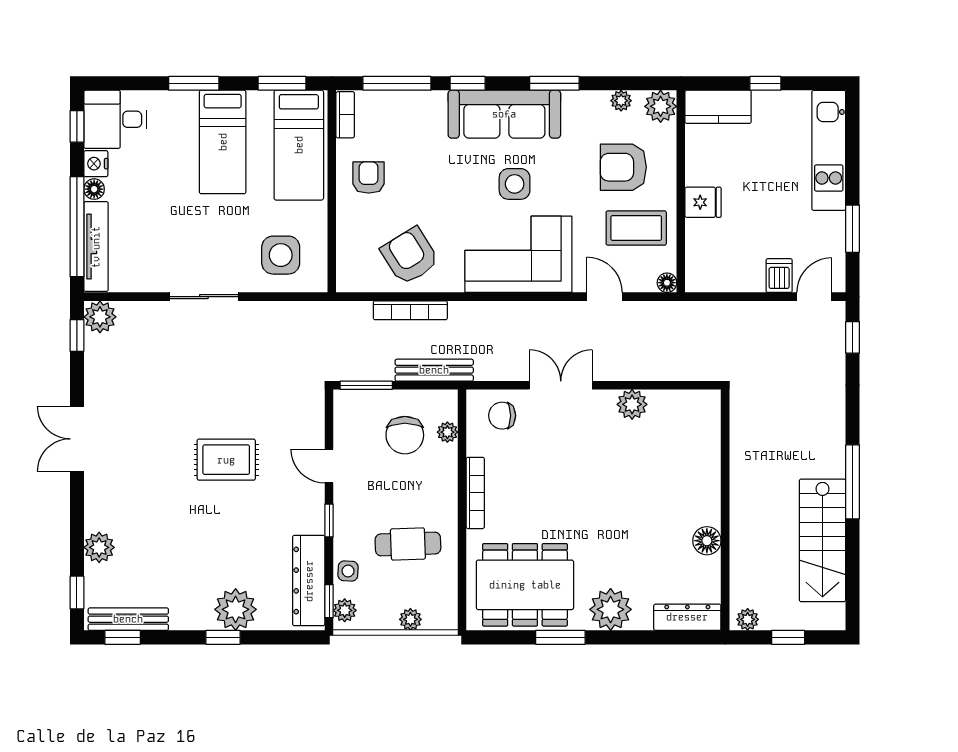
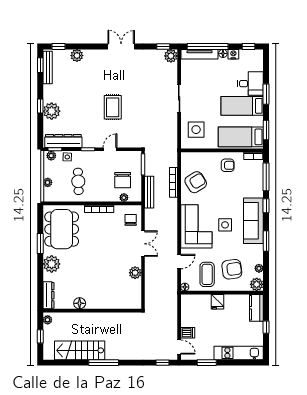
desk: (115, 119) -> (250, 84), moved, turned 90
armchair: (623, 167) -> (232, 269), turned 82
chair: (405, 435) -> (123, 180), turned -90

